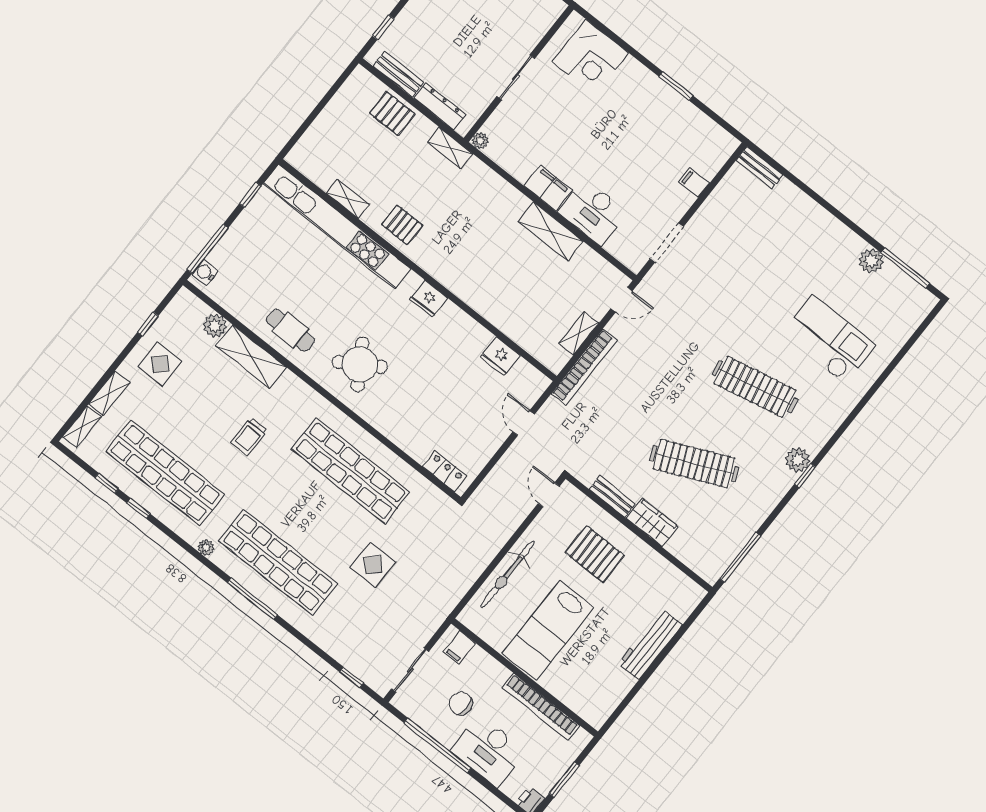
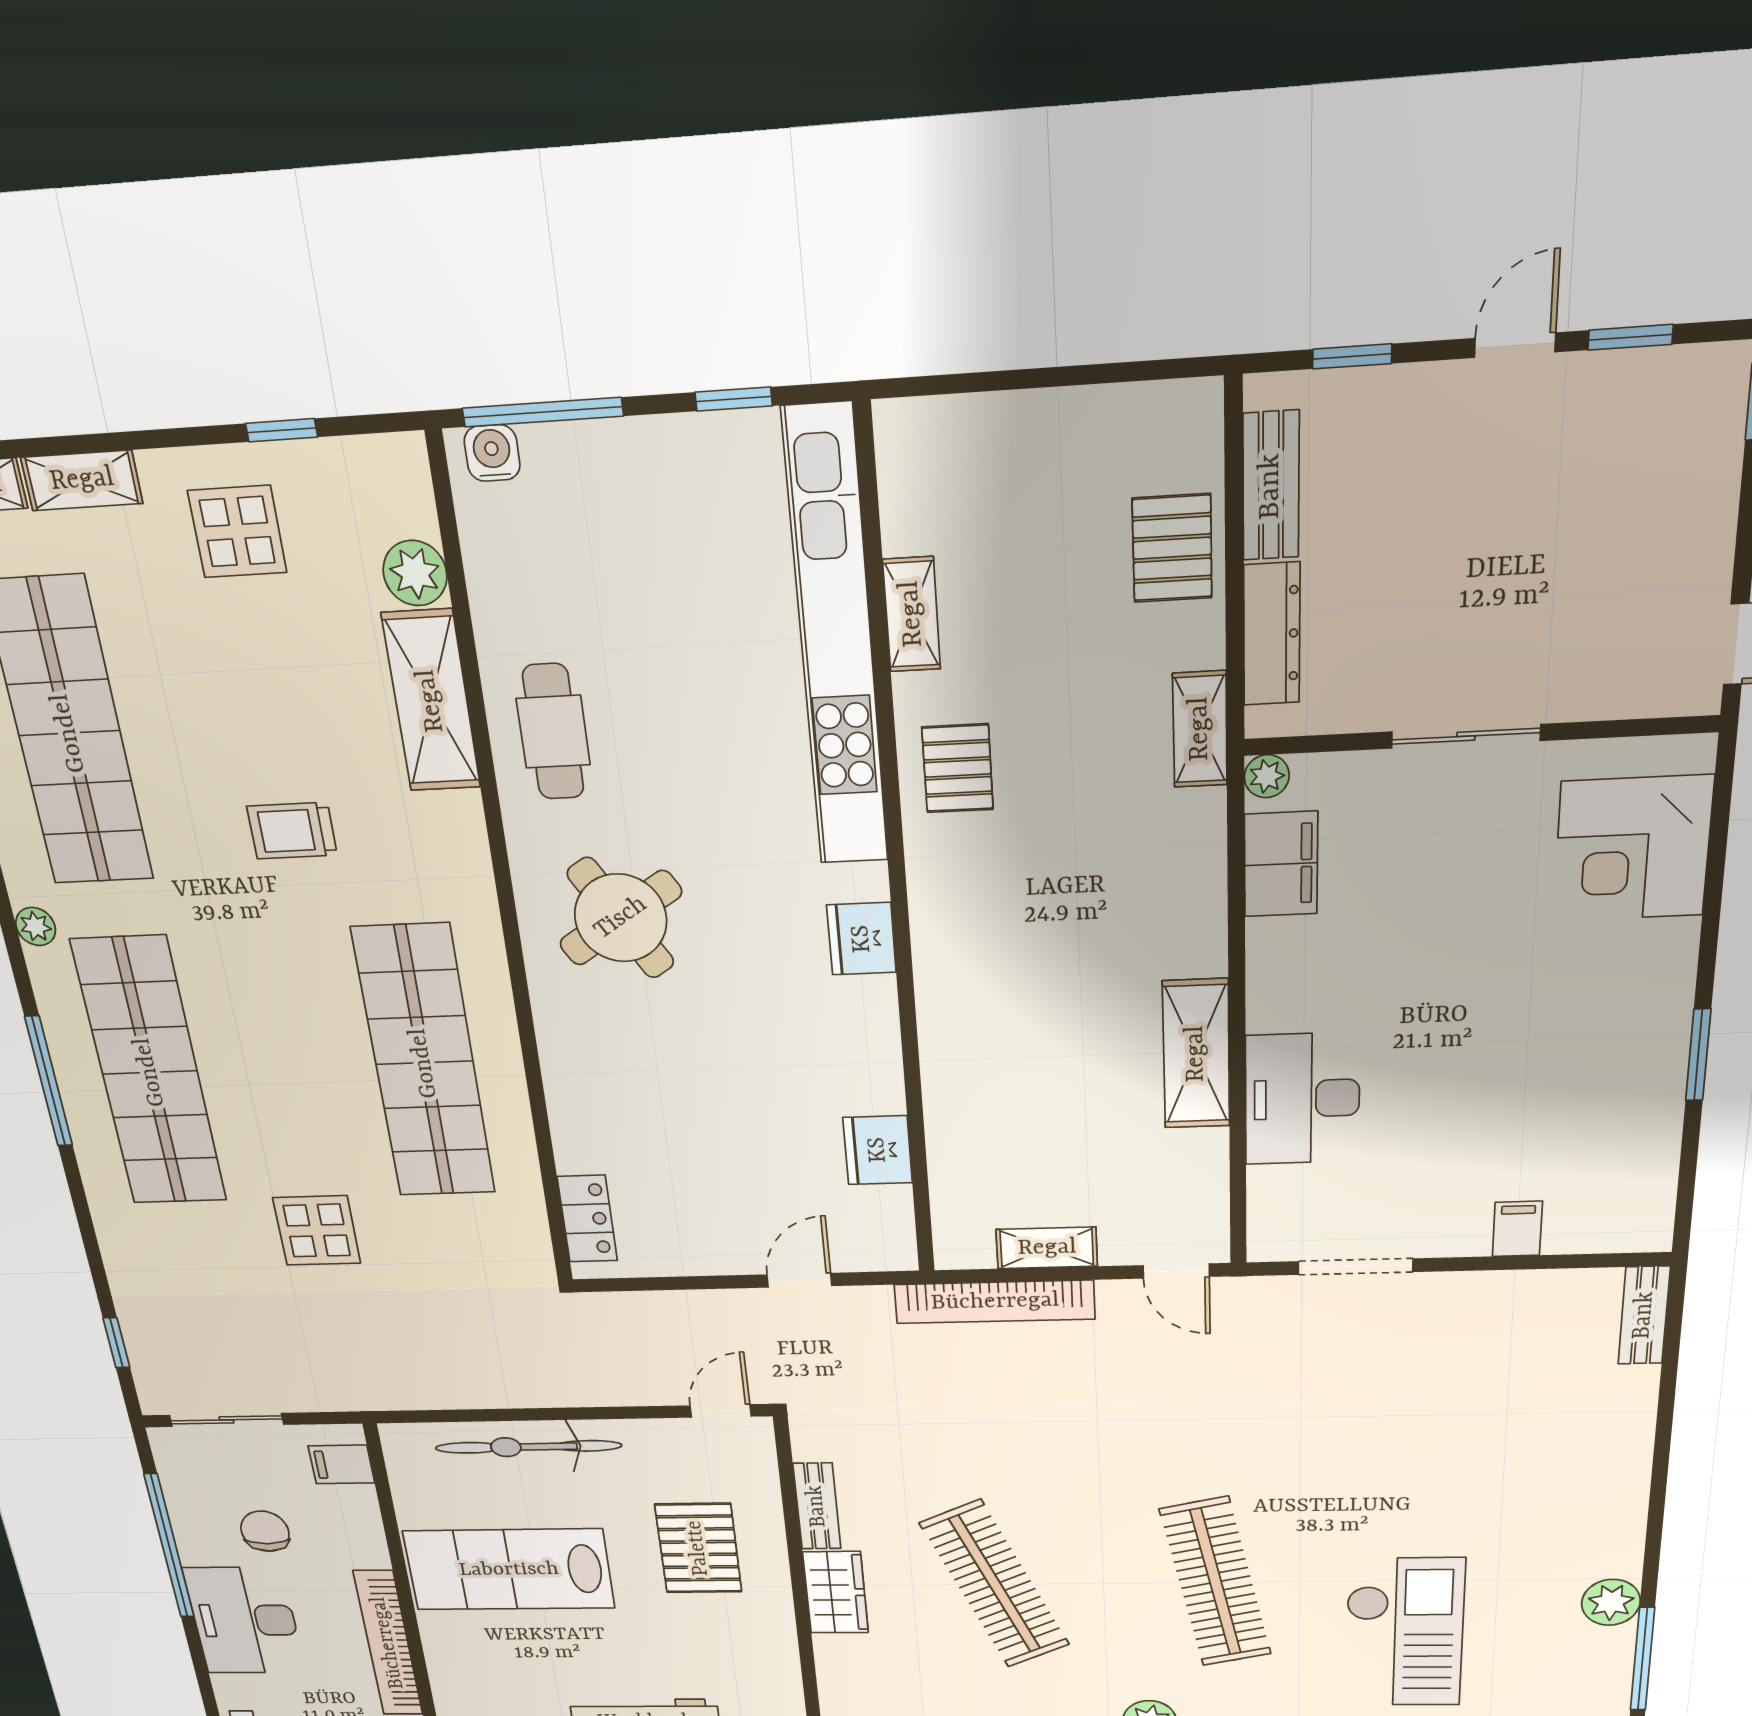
filing cabinet: (548, 188) -> (1281, 864), moved

